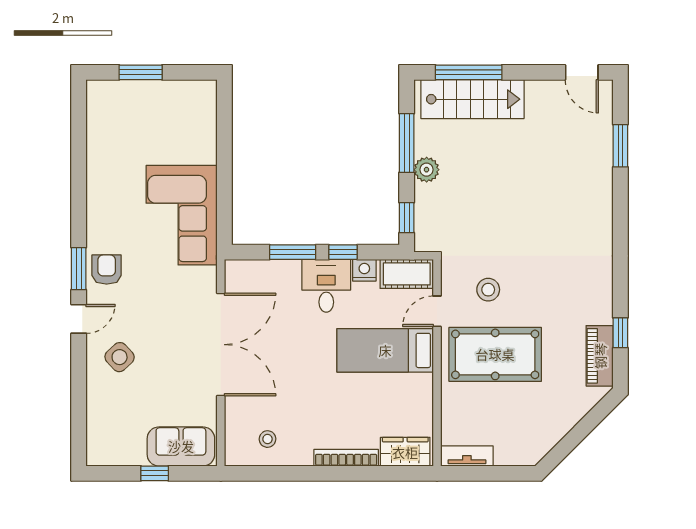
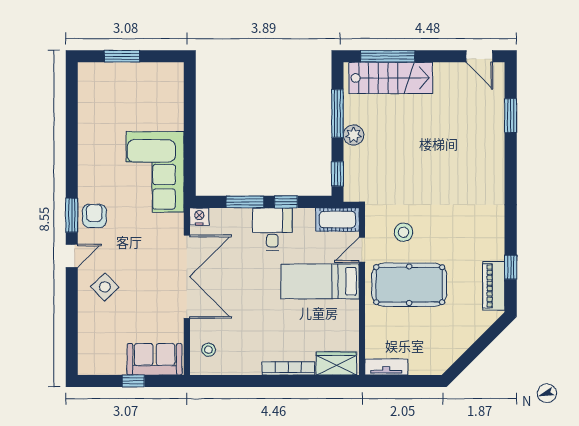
nightstand: (364, 270) -> (199, 217), moved
stool: (268, 439) -> (208, 350), moved

